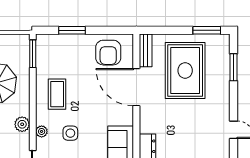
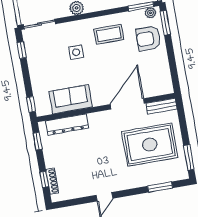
window: (72, 30) -> (165, 23), moved
armchair: (108, 53) -> (148, 39), moved
plant: (42, 131) -> (151, 13), moved

